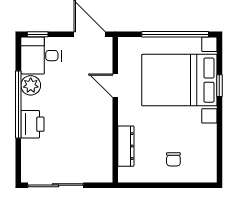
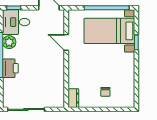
bed with nightstands: (179, 80) -> (109, 31), width x0.73
dresser: (126, 146) -> (73, 98), moved, width x0.70

